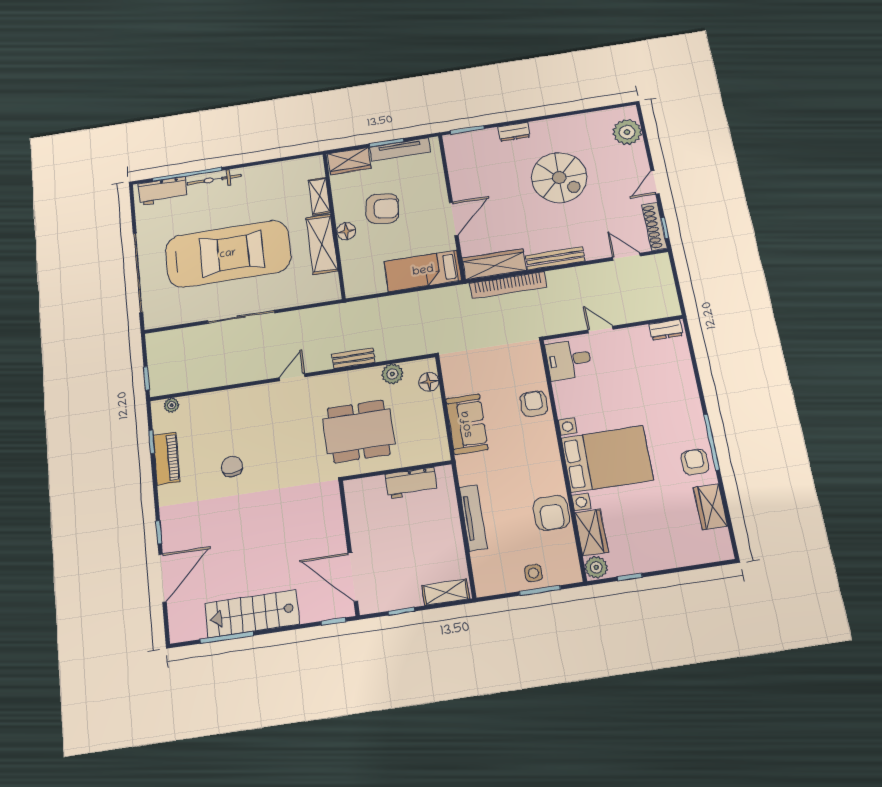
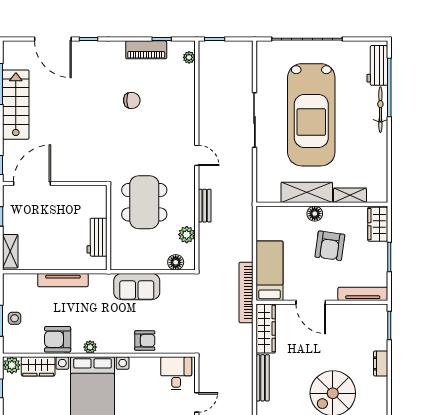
tv unit: (400, 150) -> (363, 294), moved, turned 90
bookcase: (508, 285) -> (246, 292), moved
plant: (554, 470) -> (90, 347), added

